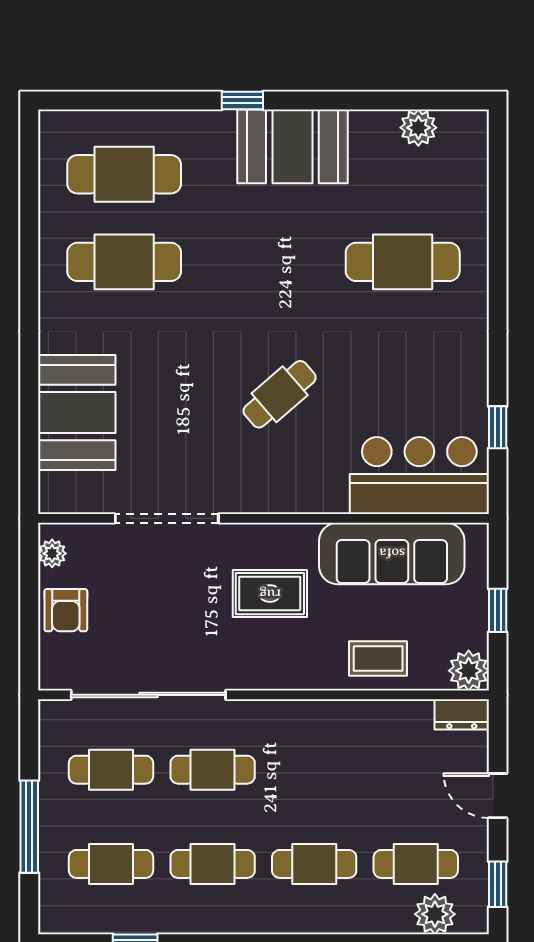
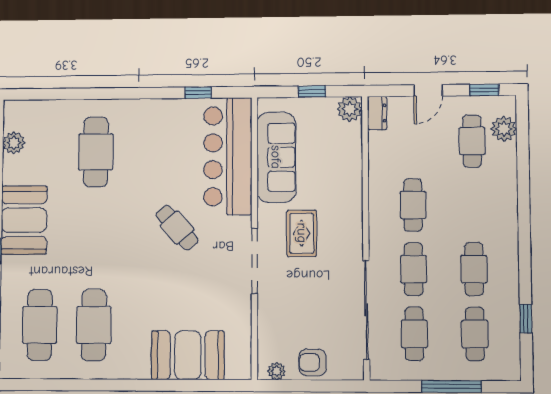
bar counter: (419, 476) -> (228, 156), width x1.36
doorway: (167, 518) -> (254, 261), moved
armchair: (66, 610) -> (313, 362), turned 180
coffee table: (378, 658) -> (342, 165), removed
cafe table: (314, 864) -> (413, 205), moved

